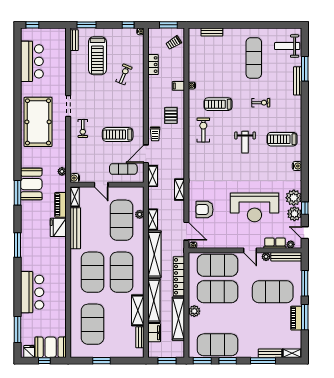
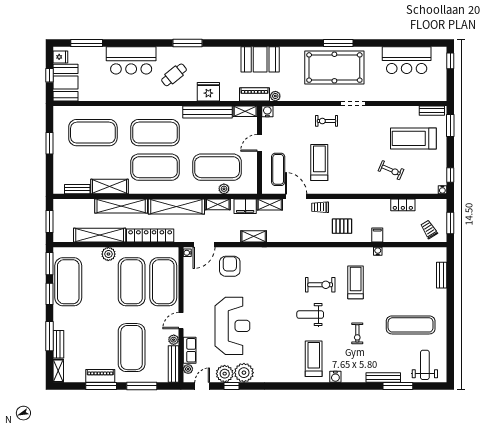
exercise bike: (203, 130) -> (320, 285), moved
water cooler: (297, 166) -> (335, 377), moved
window: (18, 193) -> (338, 43), moved
piano: (60, 205) -> (254, 94), moved
reception desk: (254, 207) -> (232, 326), turned 180
cafe table: (44, 256) -> (174, 75), added
filing cabinet: (154, 333) -> (245, 206), moved

